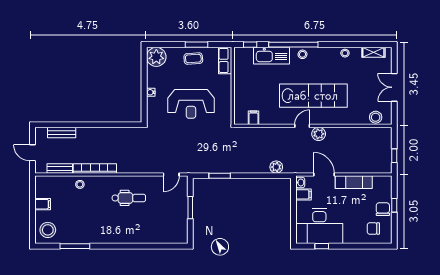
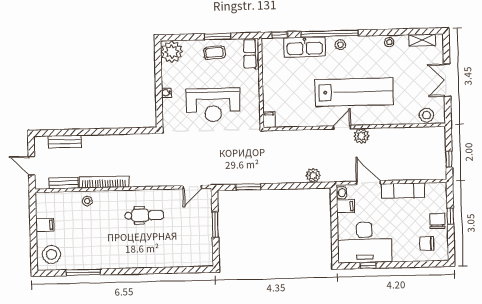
filing cabinet: (253, 118) -> (269, 120), moved

